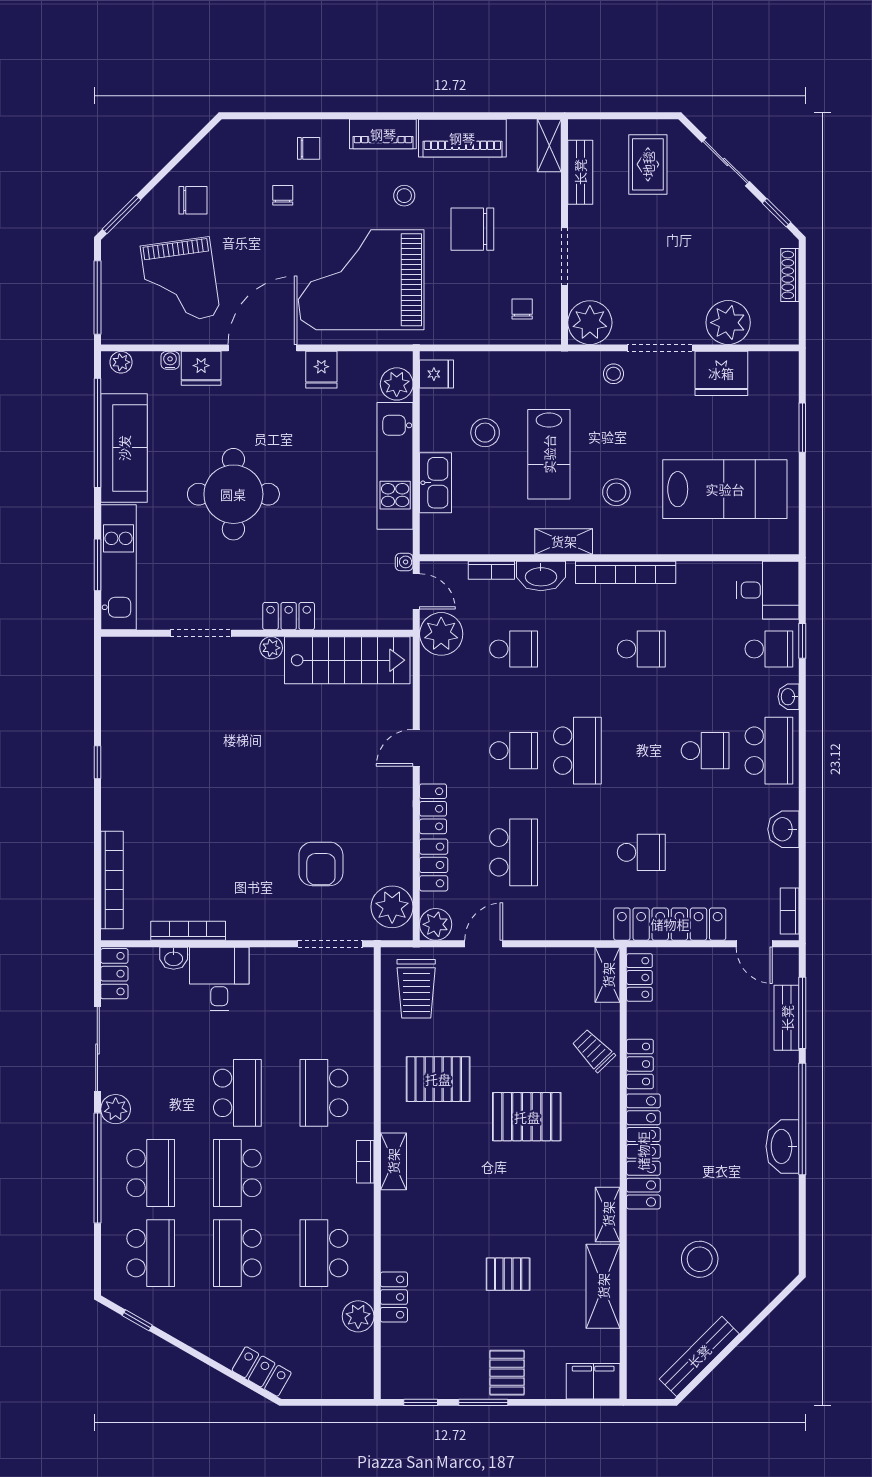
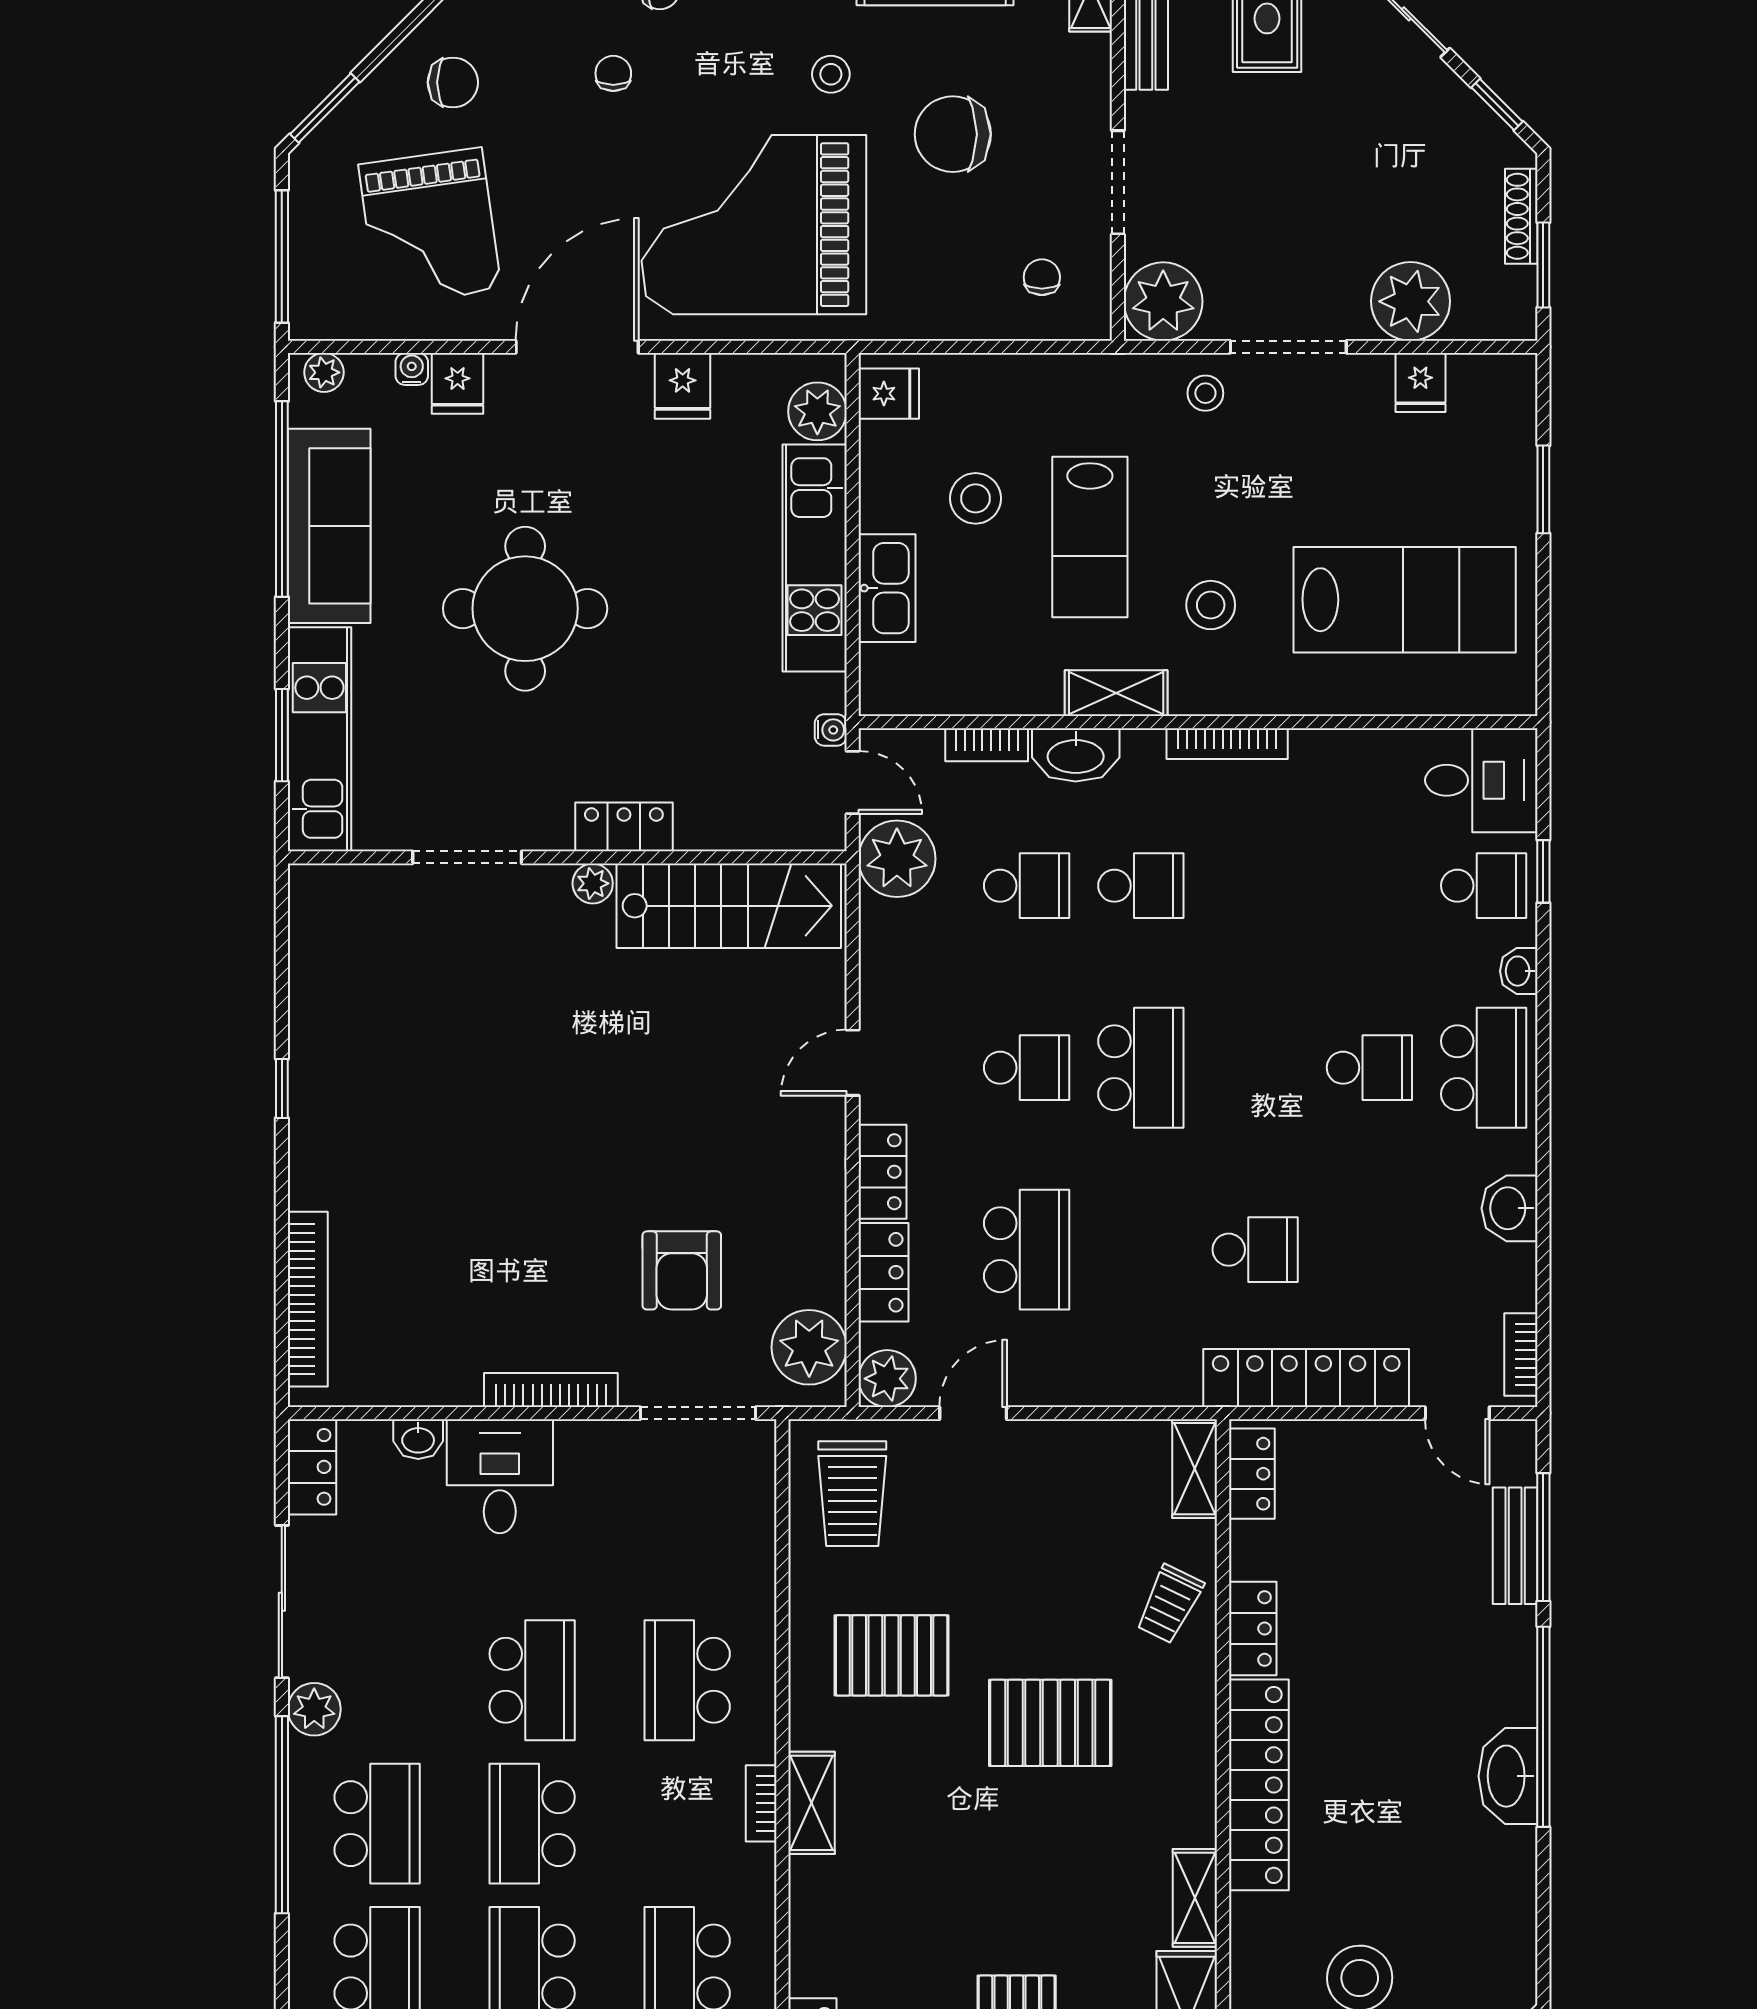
window: (802, 302) -> (1543, 265), added
fridge: (201, 368) -> (458, 383), width x0.72
fridge: (721, 373) -> (1420, 382), width x0.53, depth x0.75
bookcase: (626, 572) -> (1227, 744), width x0.68, depth x0.76
school desk: (641, 649) -> (1141, 886), moved
bookcase: (188, 931) -> (551, 1390), moved
trolley: (593, 1050) -> (1169, 1604), turned -110

